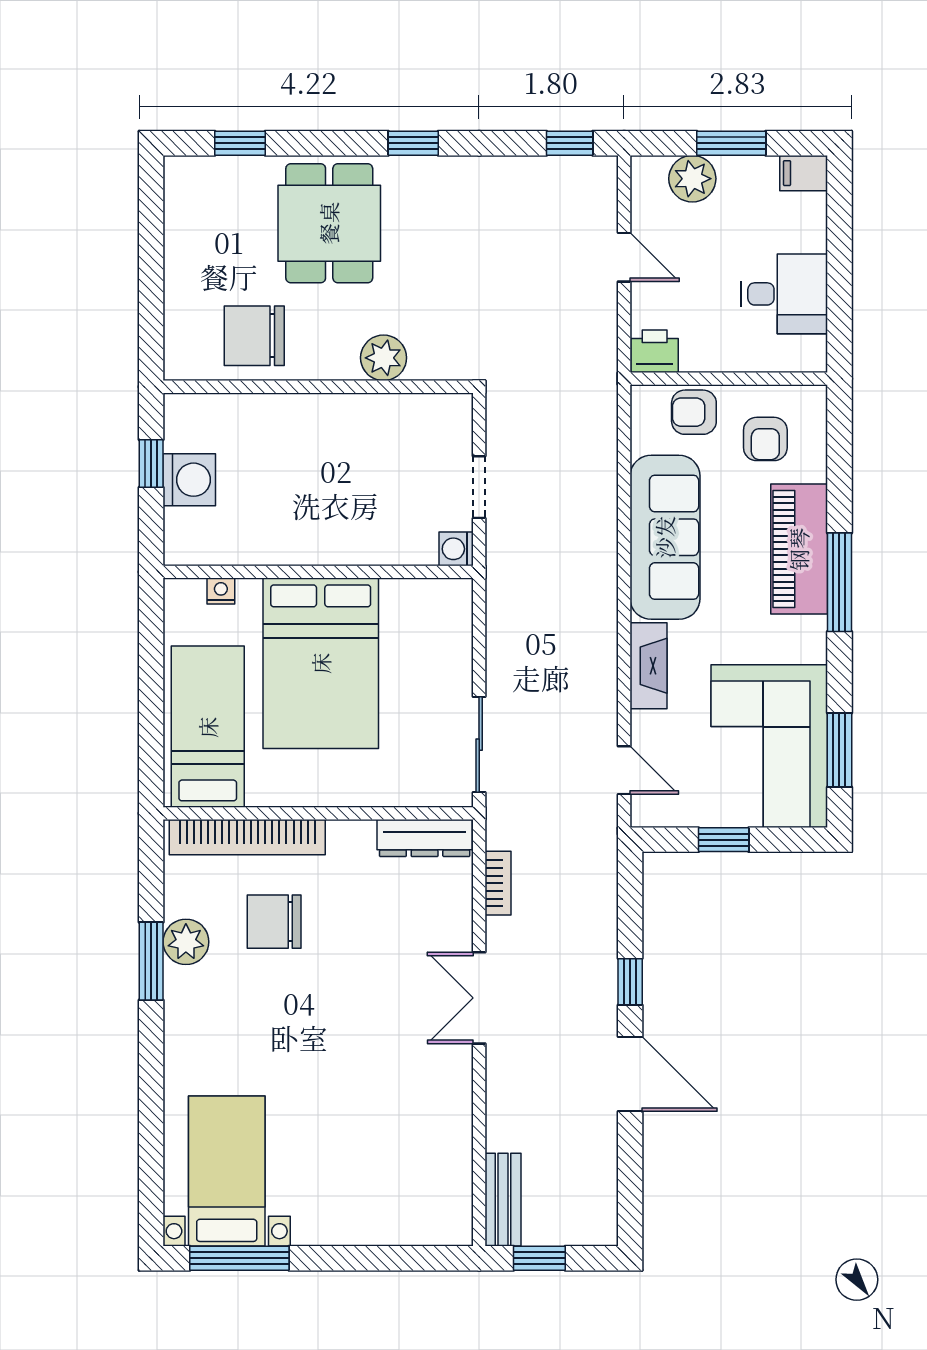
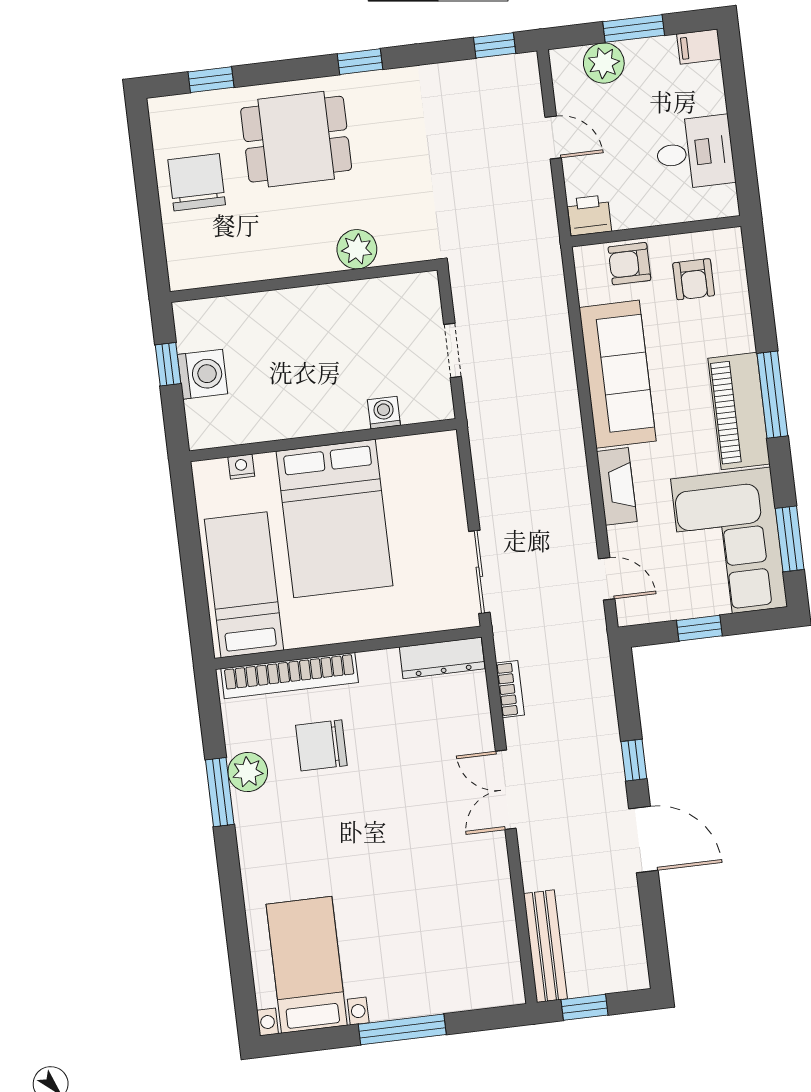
dining table: (329, 223) -> (296, 139), turned 90
chair: (254, 336) -> (197, 182), moved, turned 90
washing machine: (456, 549) -> (384, 413), moved, turned 90
piano: (799, 549) -> (739, 411), moved
bench: (503, 1200) -> (545, 946), width x1.36
window: (239, 1258) -> (402, 1029), moved

